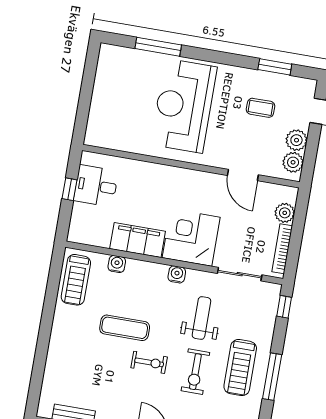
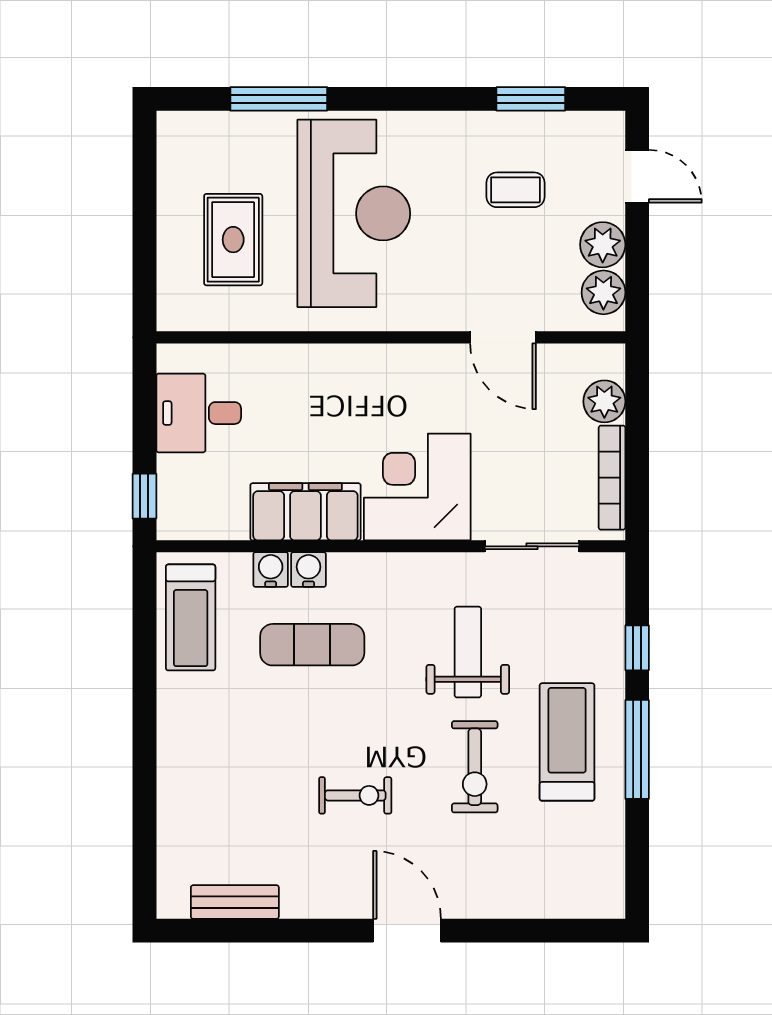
reception desk: (184, 106) -> (354, 213), turned 180
rug: (126, 108) -> (233, 240), added
window: (70, 189) -> (144, 496), moved
water cooler: (177, 274) -> (309, 570), moved
window: (284, 307) -> (637, 648), moved
exercise mat: (125, 328) -> (312, 645), moved
exercise bike: (149, 362) -> (355, 795), moved
treadmill: (240, 368) -> (567, 742), turned 180

